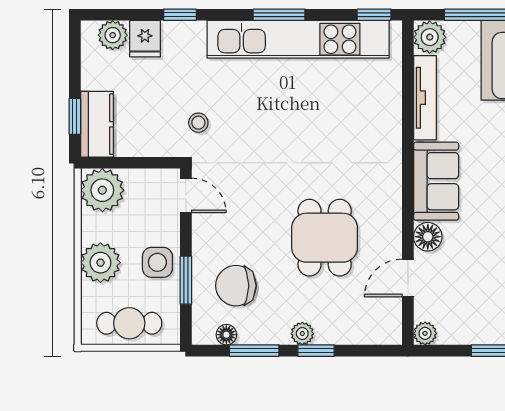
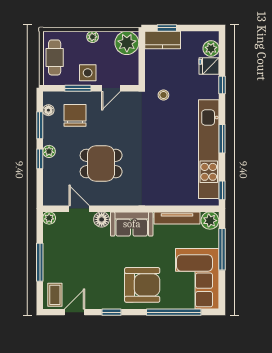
door: (186, 195) -> (111, 88), moved
plant: (100, 263) -> (93, 37), width x0.53, depth x0.53

